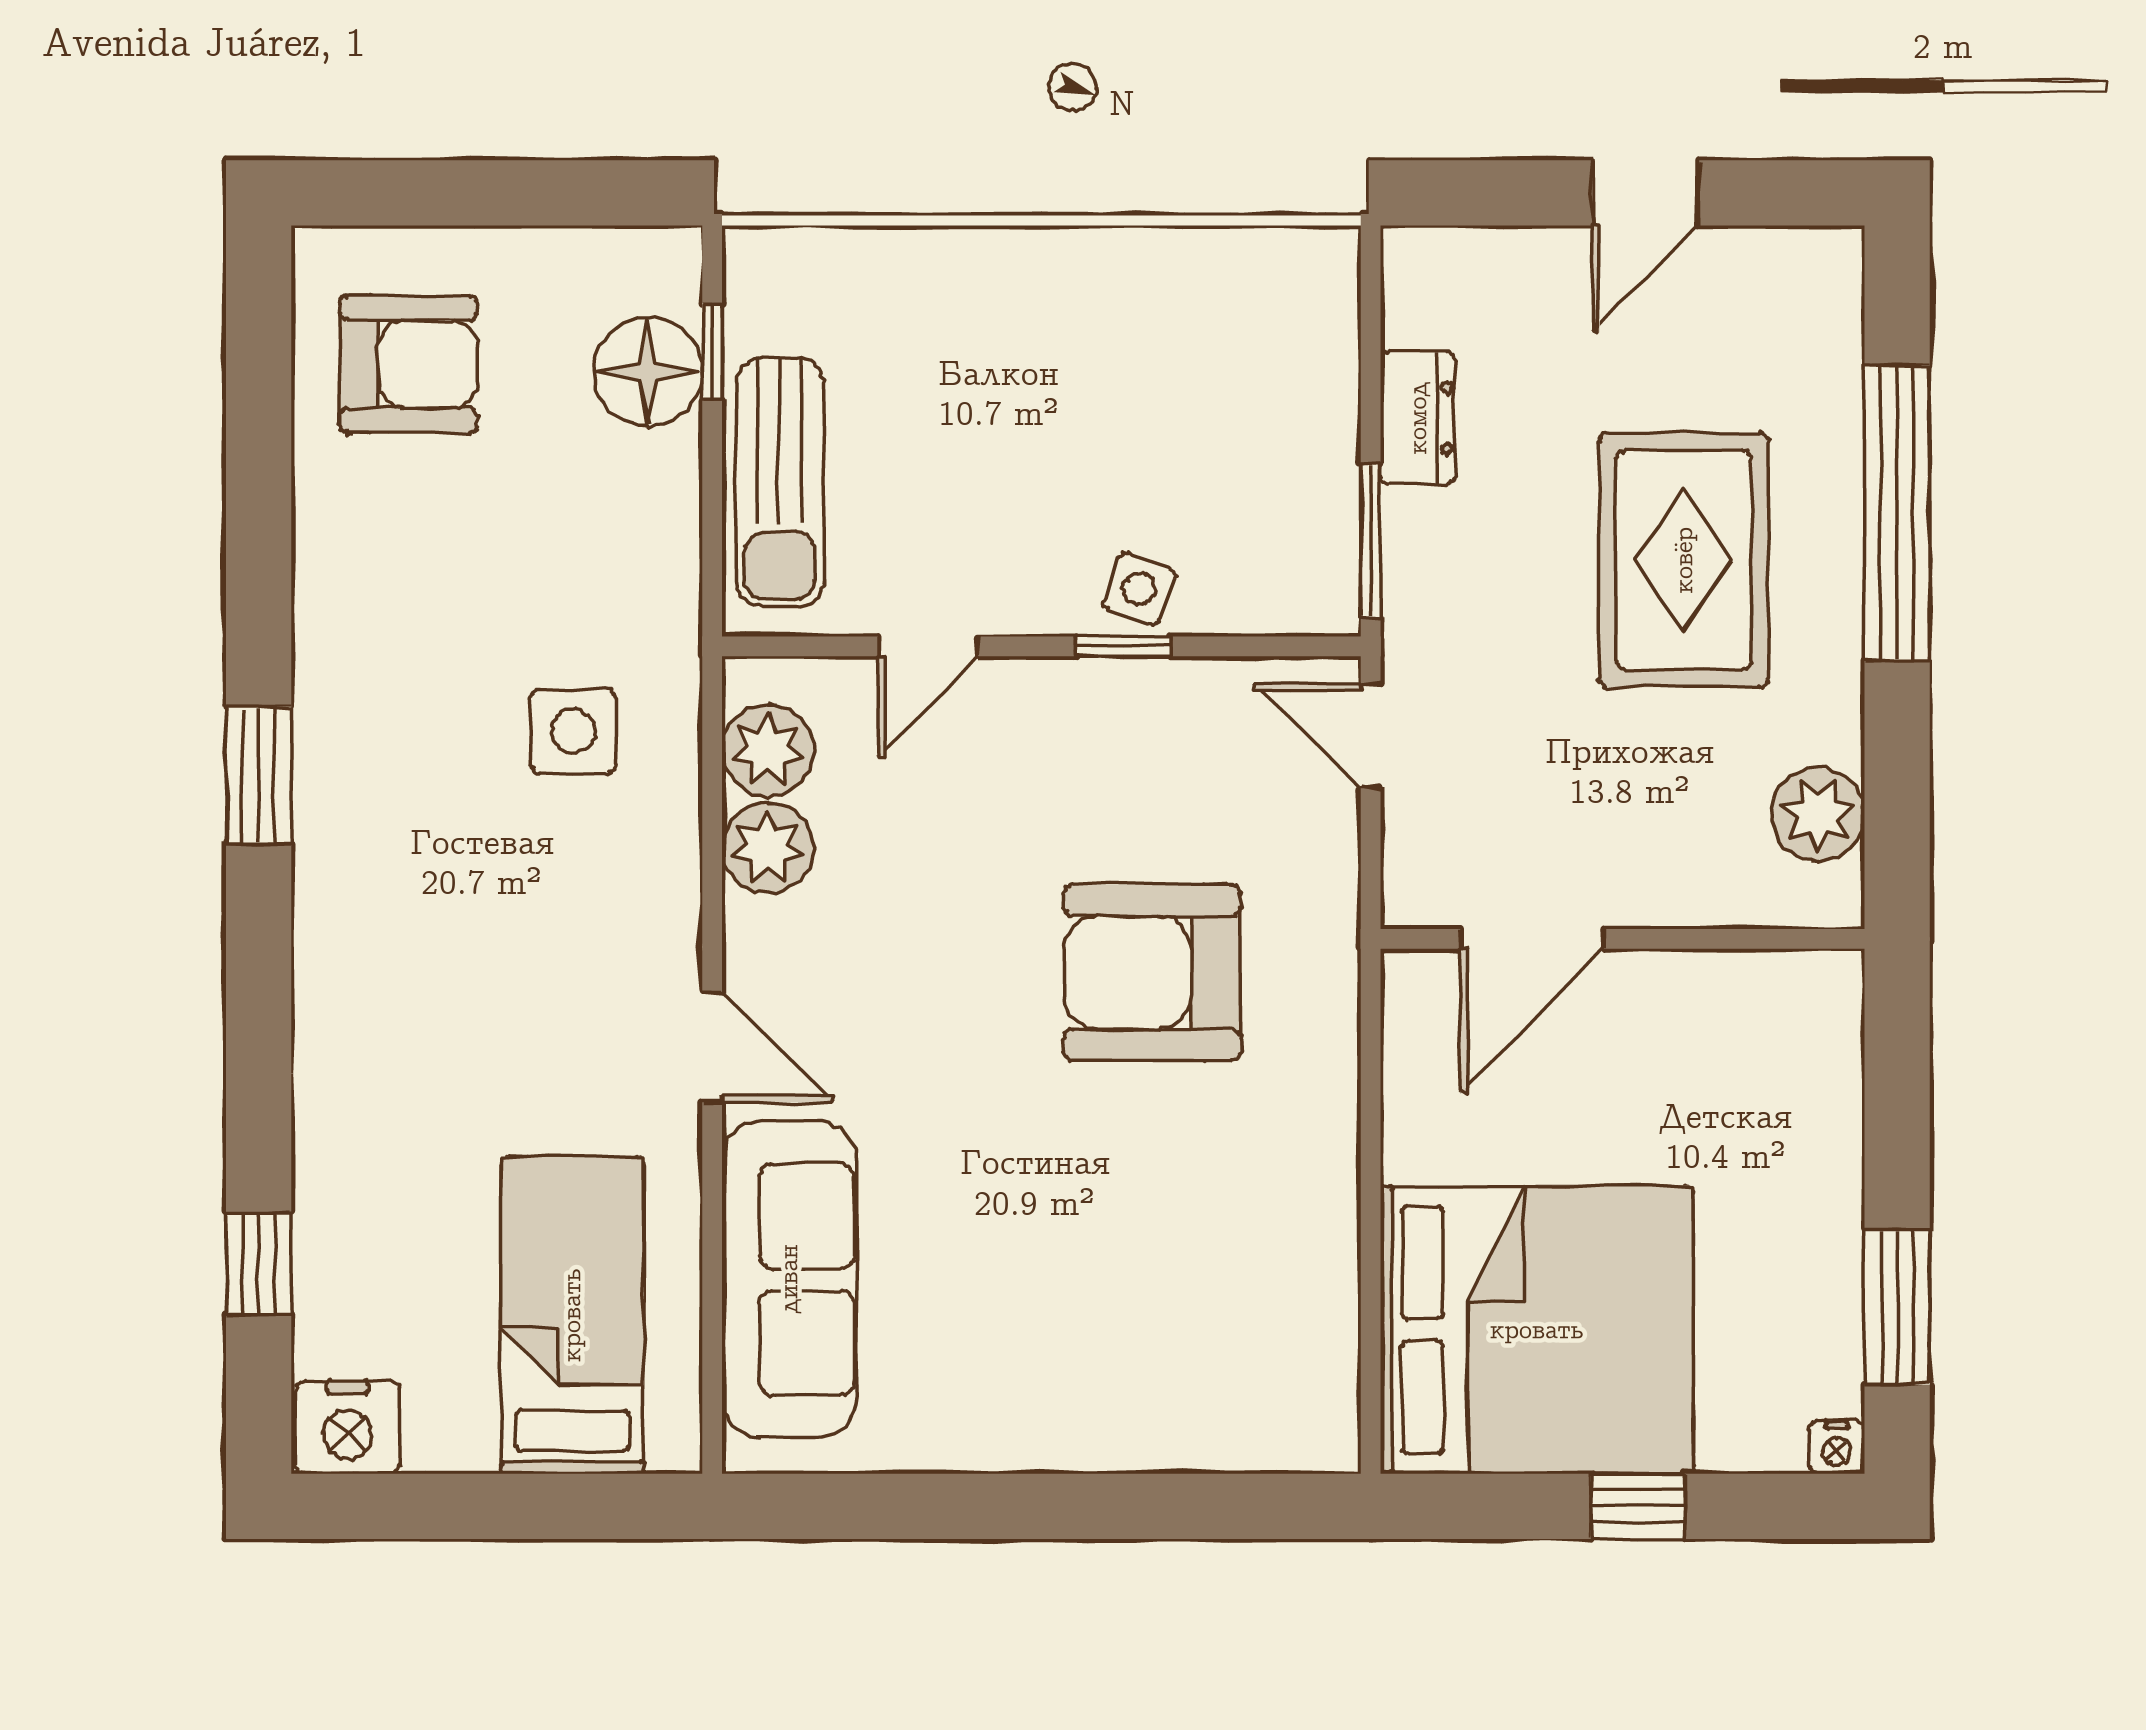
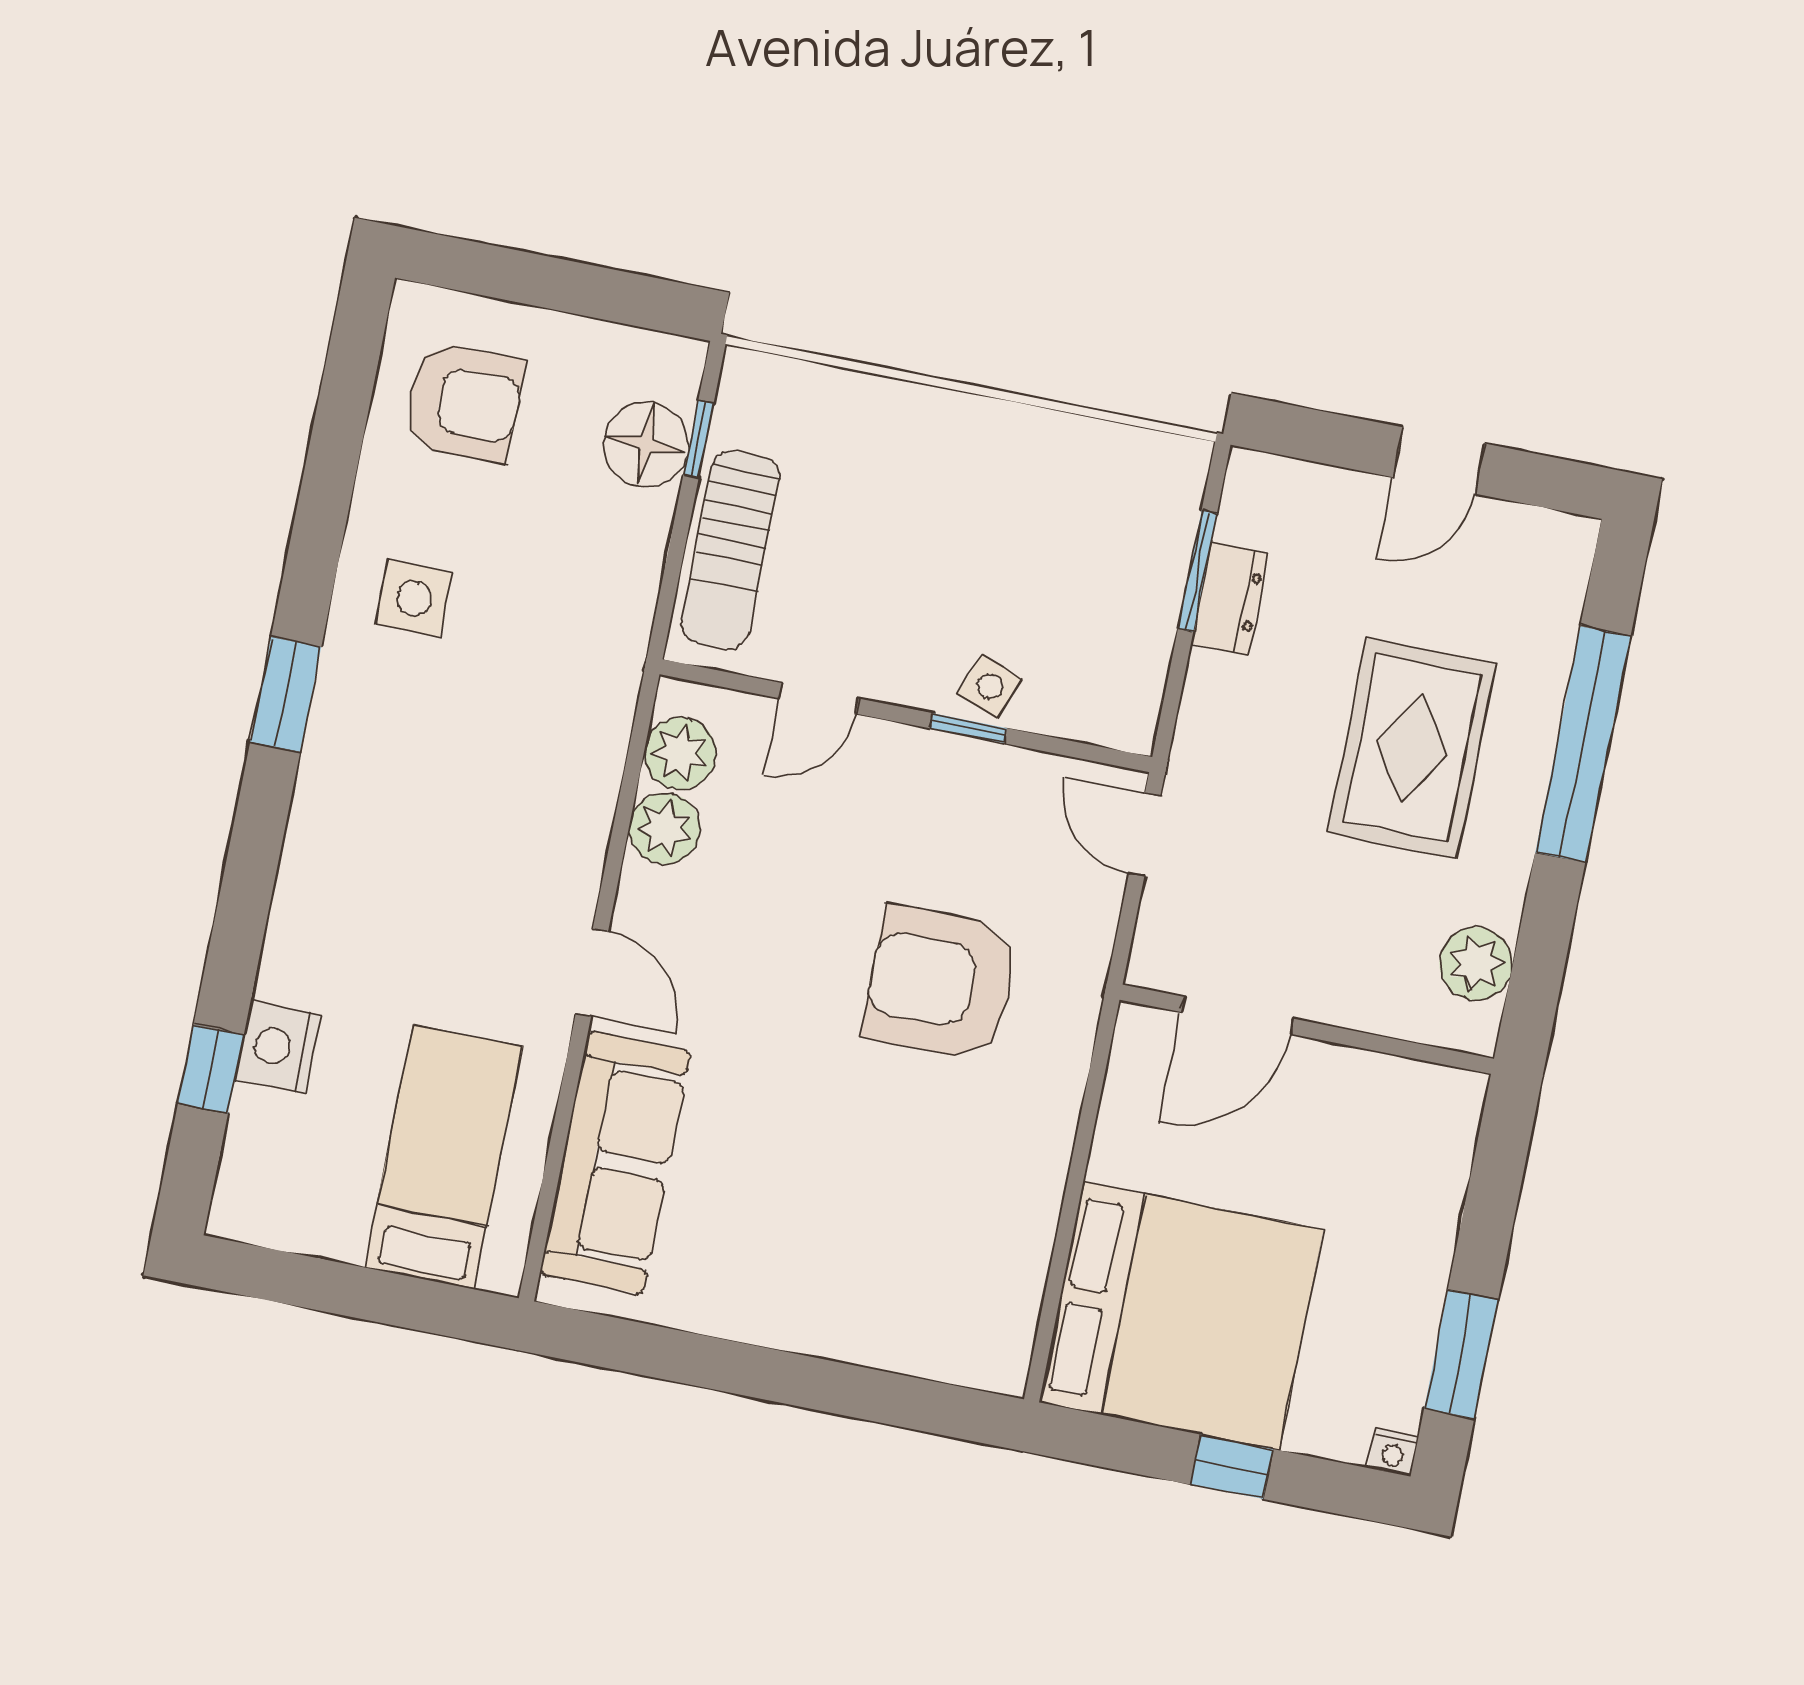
window: (1371, 540) -> (1197, 571), moved
side table: (573, 731) -> (414, 598), moved
nightstand: (348, 1427) -> (278, 1047), moved, turned 90

